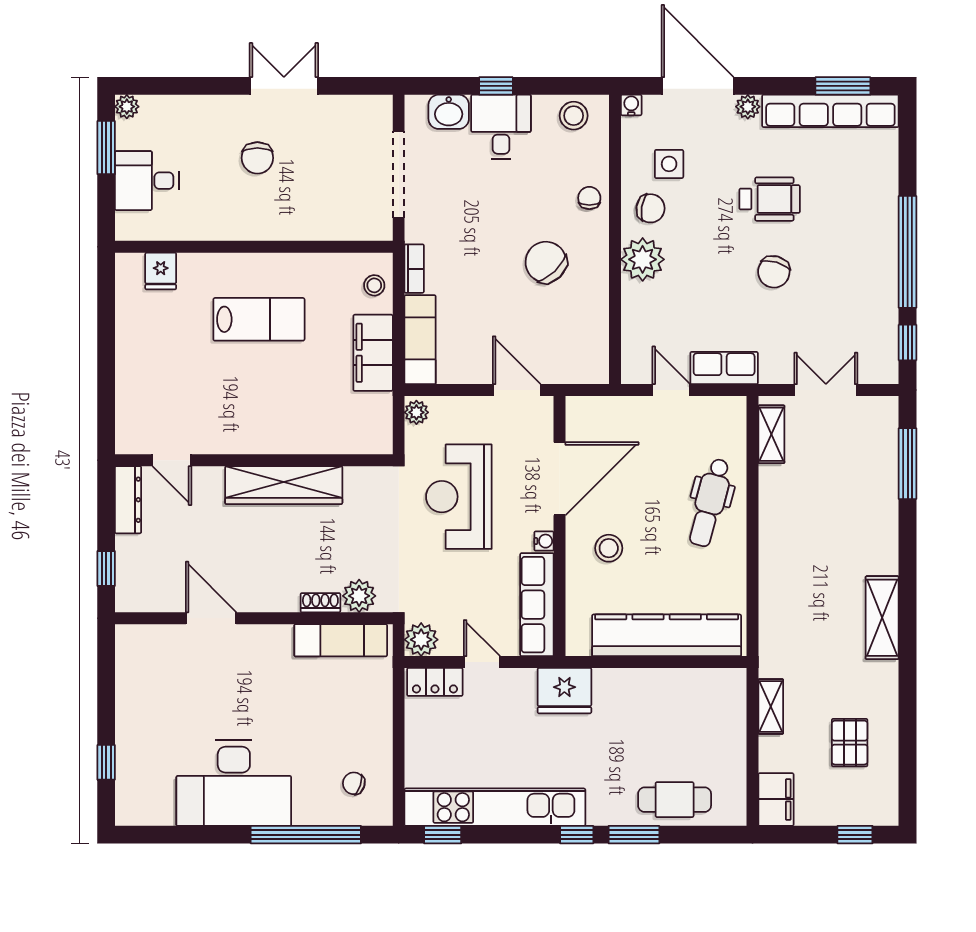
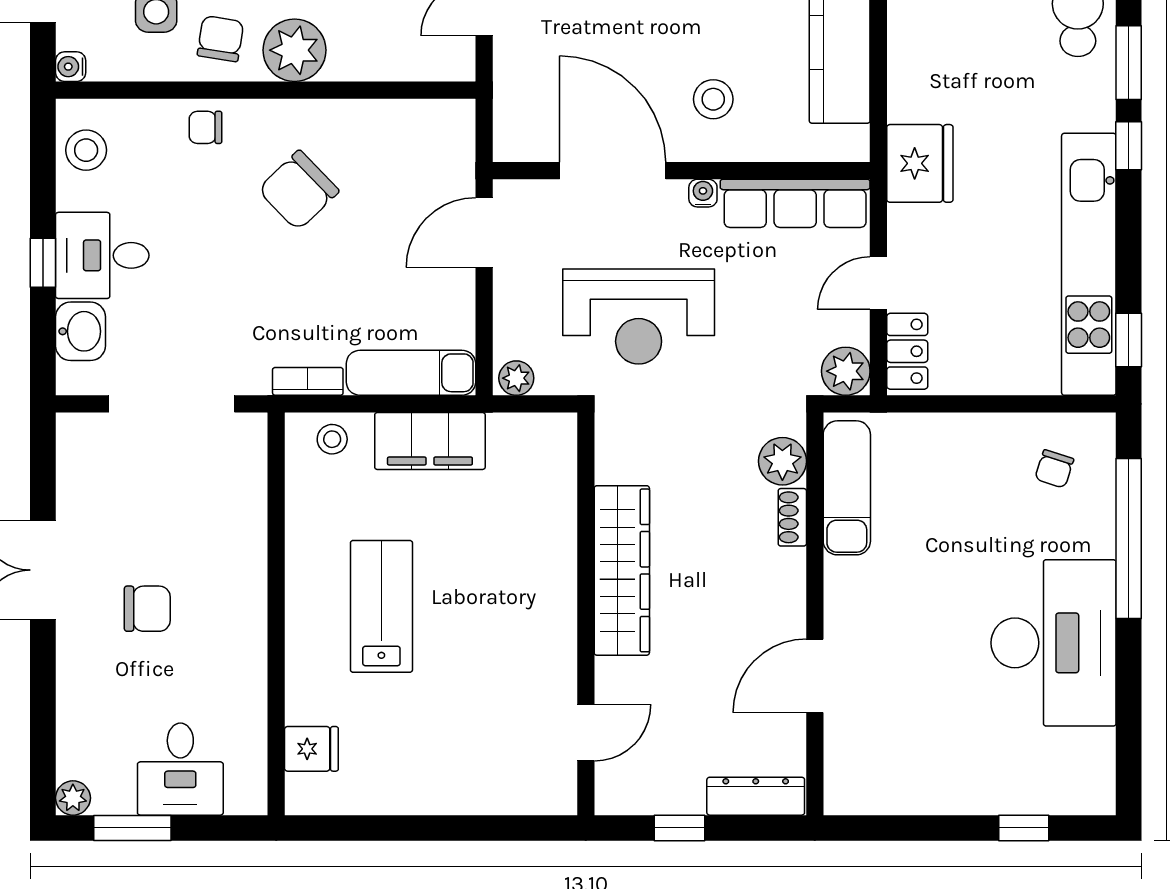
dresser: (128, 500) -> (756, 796), moved
window: (106, 568) -> (679, 828), moved

